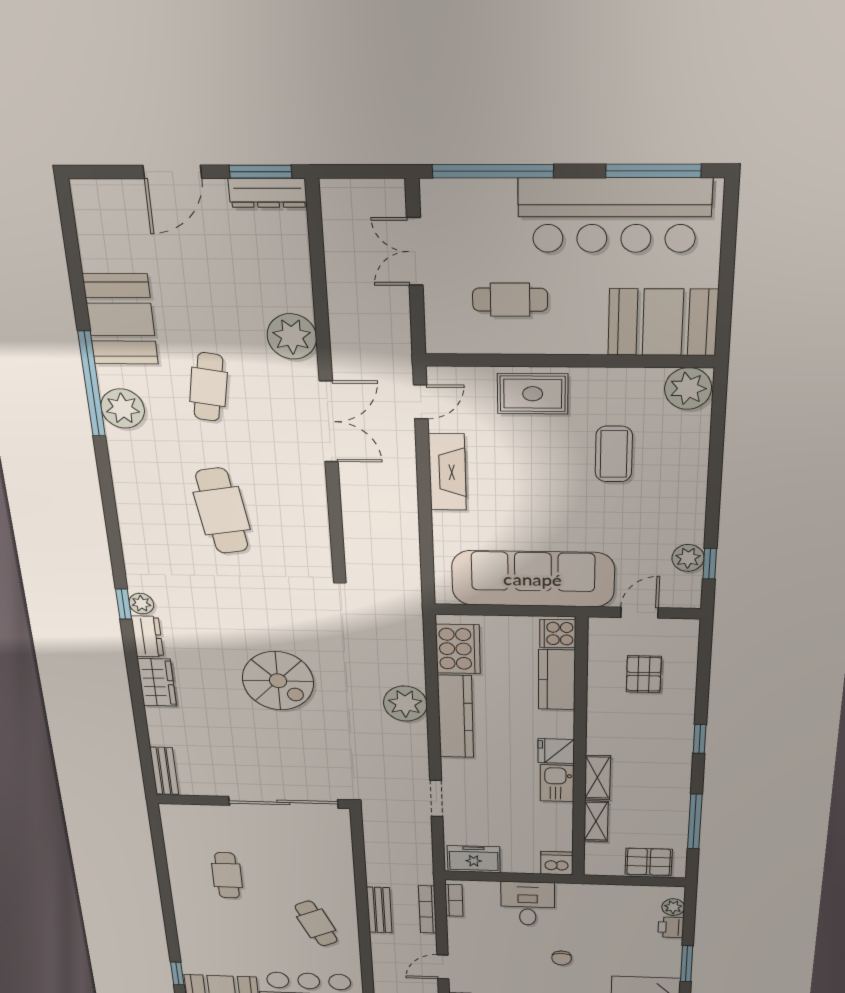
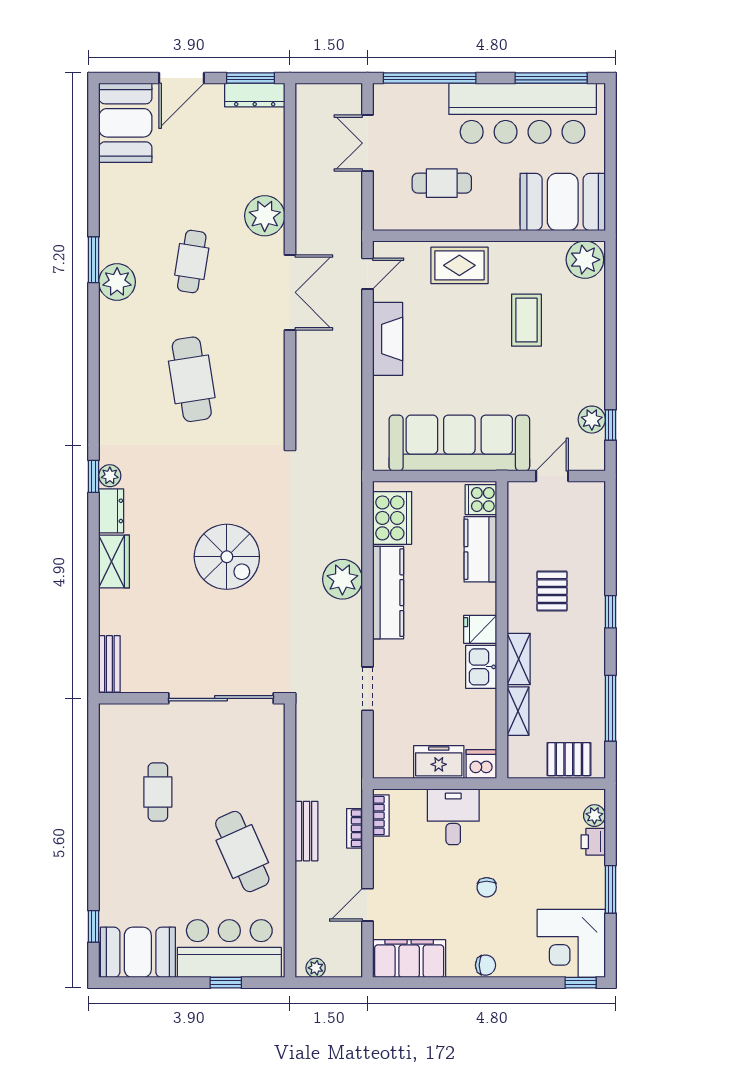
booth: (121, 319) -> (125, 123), moved
window: (92, 384) -> (94, 260), width x0.47
pallet: (644, 674) -> (552, 591), moved
freezer: (474, 859) -> (439, 762), moved
bookcase: (427, 909) -> (354, 828), width x0.64
cafe table: (316, 923) -> (242, 852), width x1.37, depth x1.35

